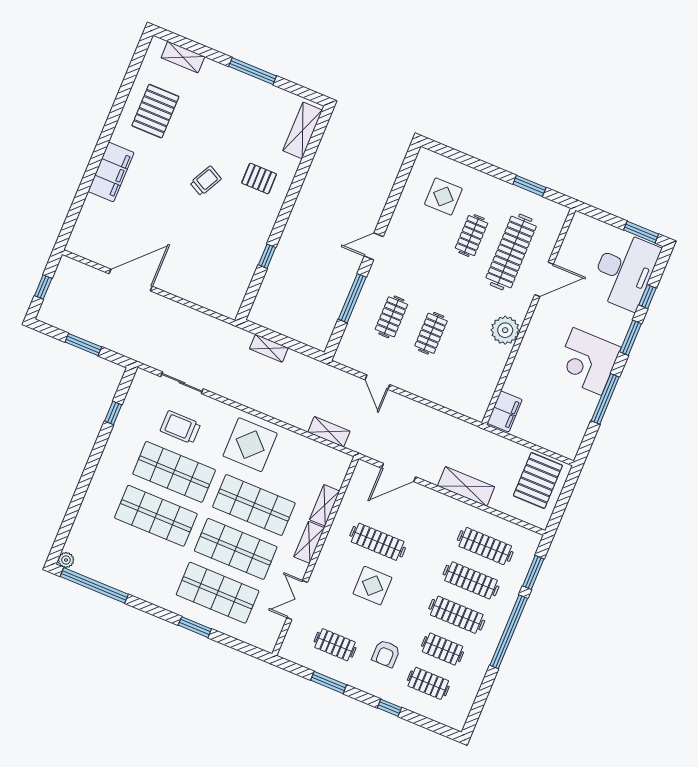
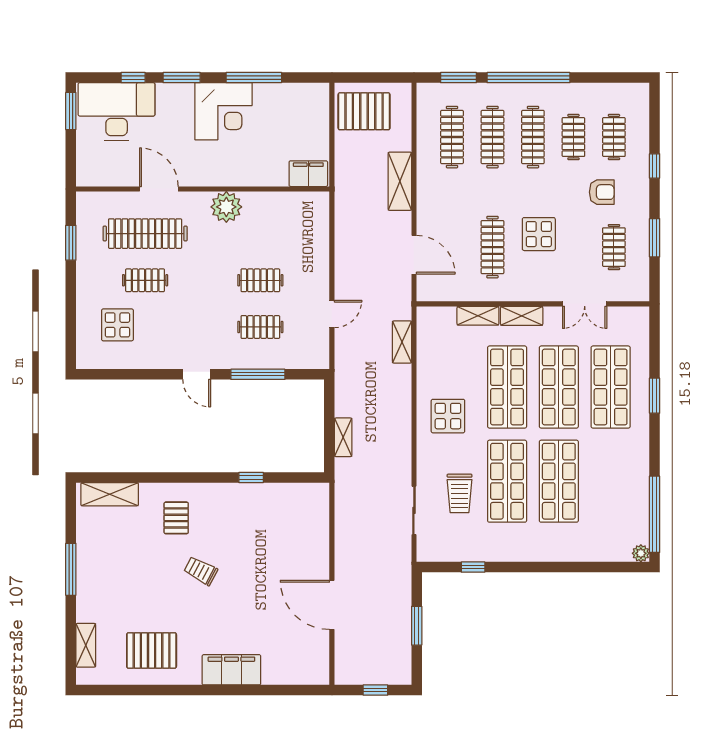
display table: (250, 445) -> (448, 416), width x0.73, depth x0.73

